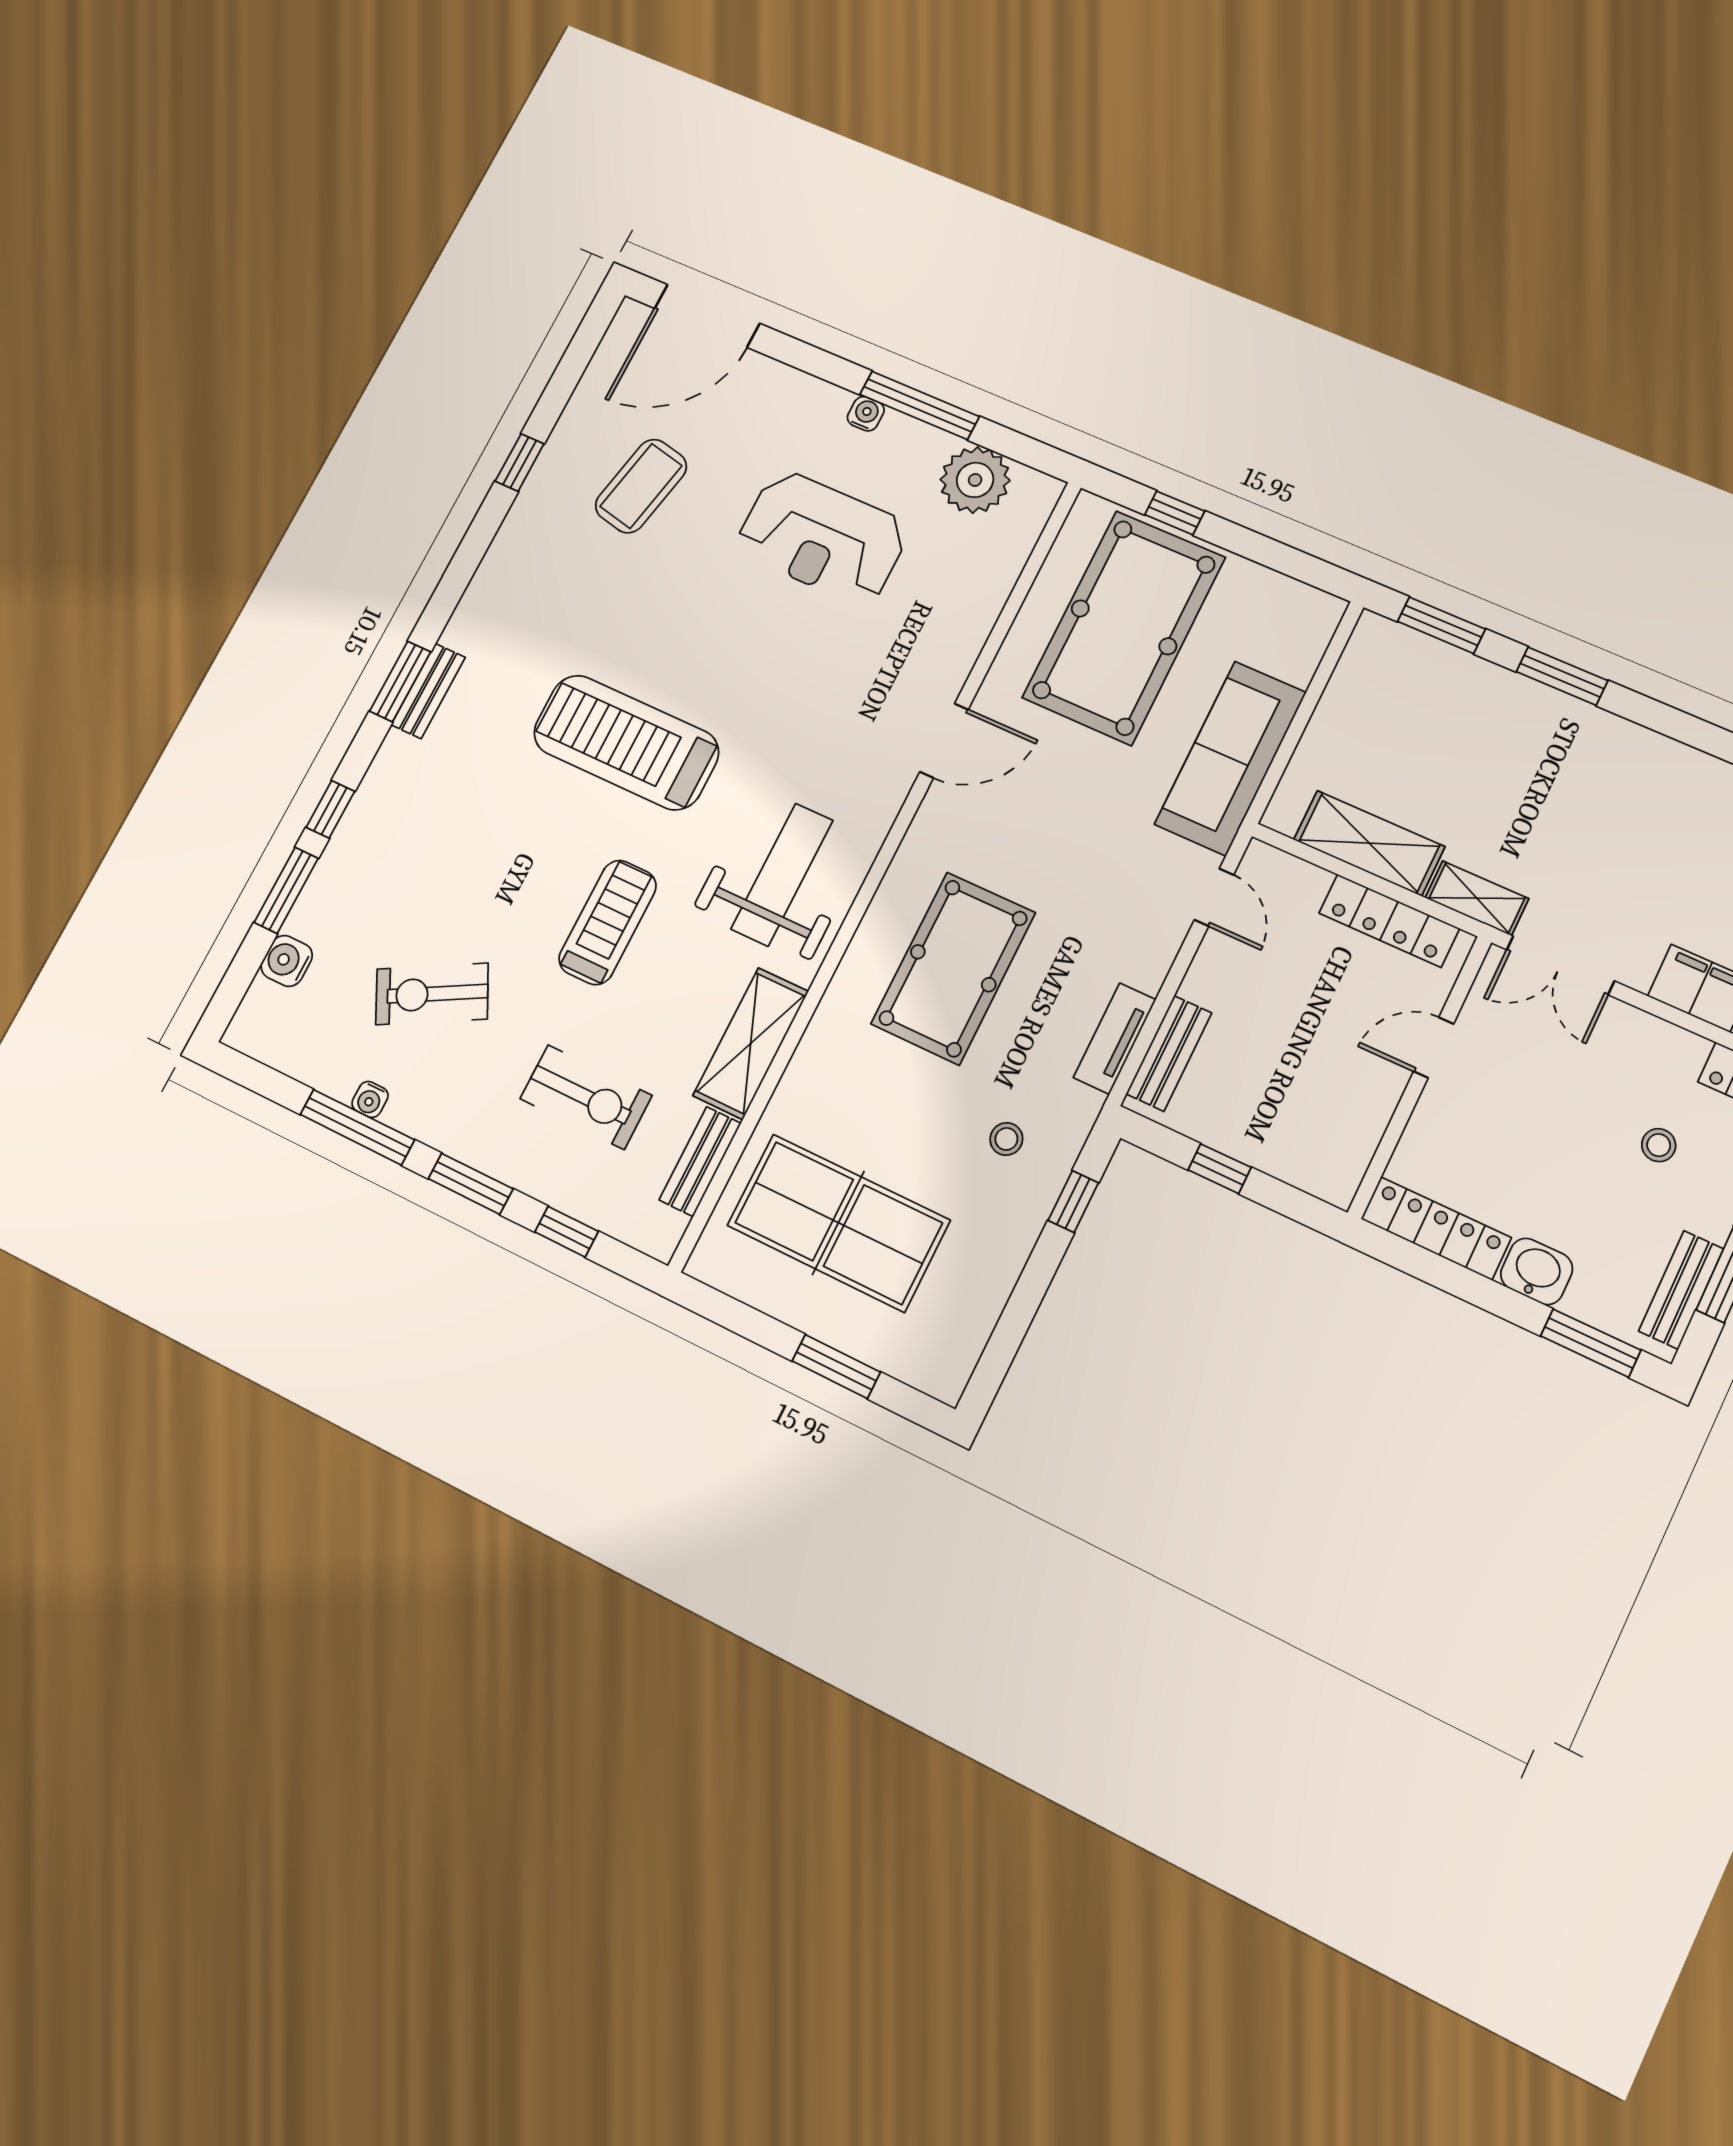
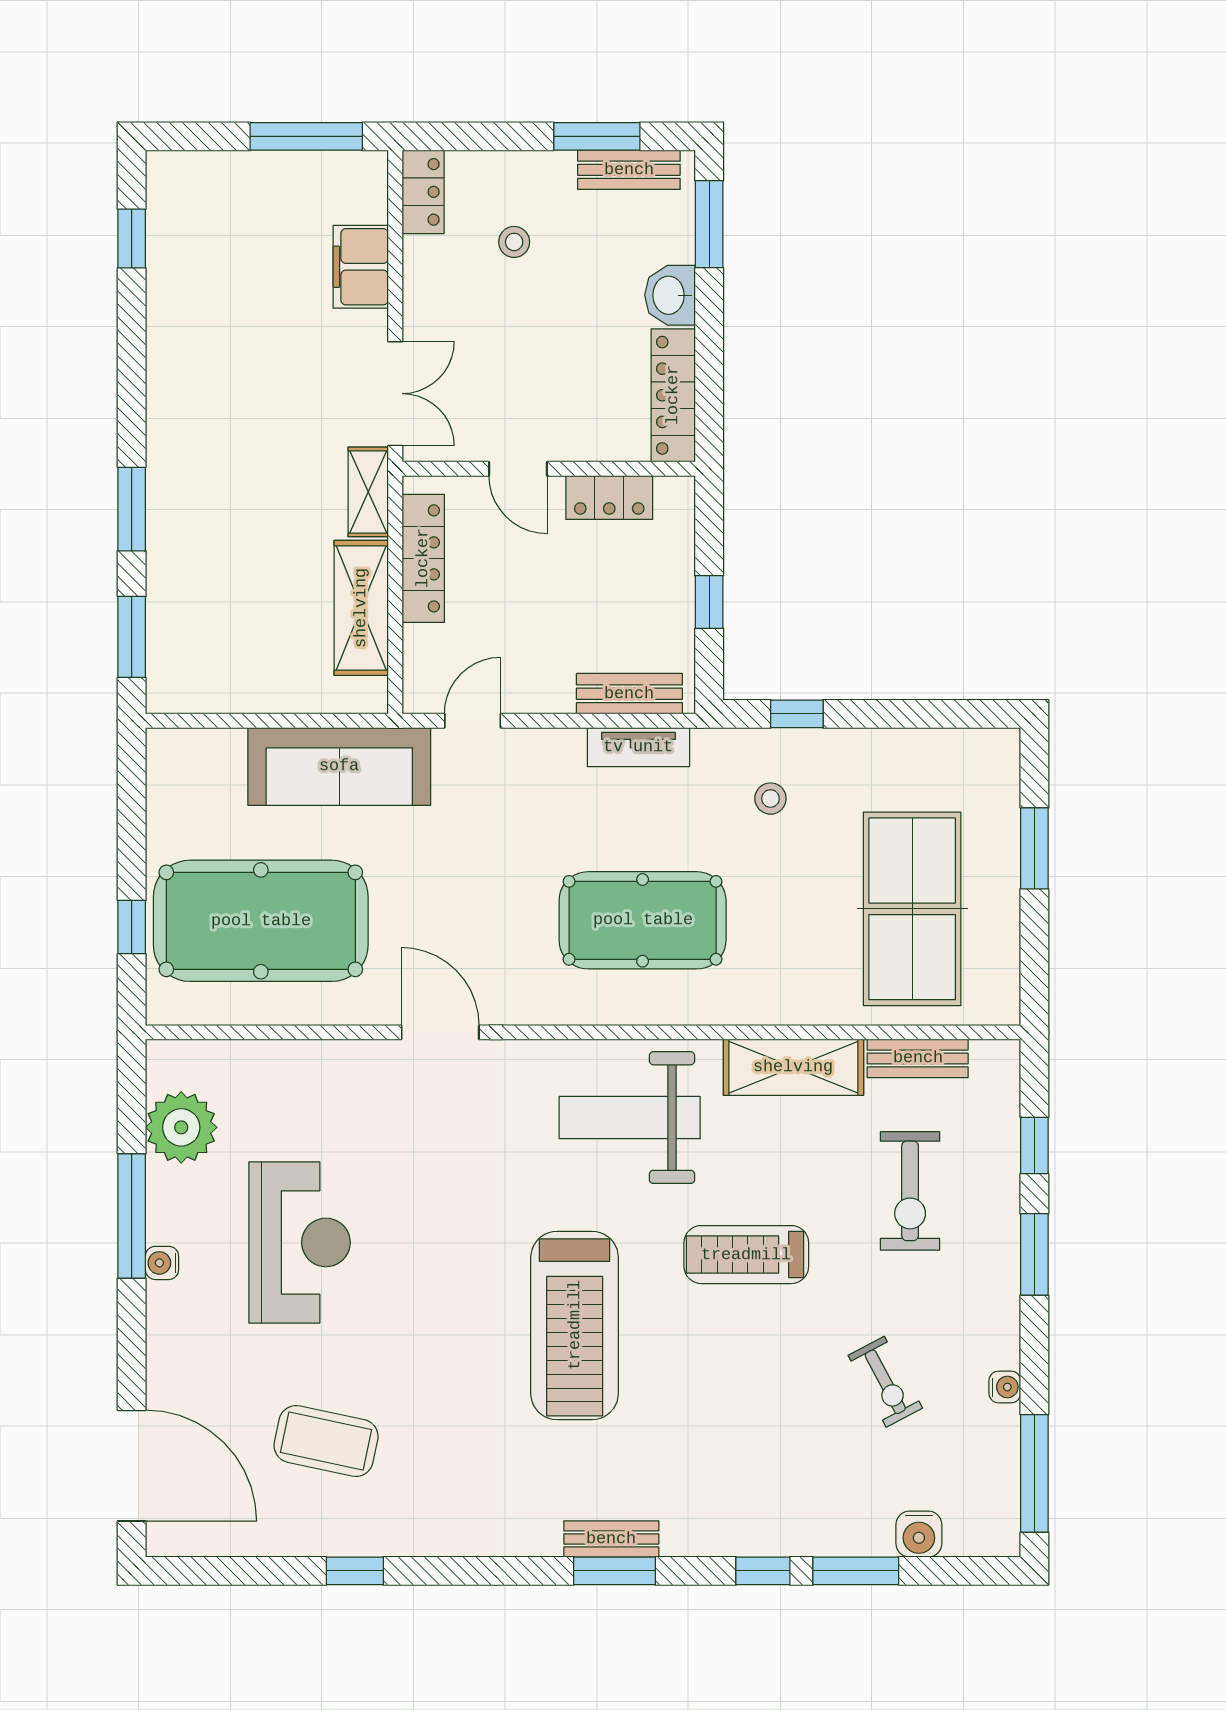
exercise bike: (432, 994) -> (885, 1382), width x0.73, depth x0.72
exercise bike: (586, 1097) -> (910, 1191), turned 180
locker: (1365, 1121) -> (609, 498), added
window: (357, 1127) -> (1034, 1473), moved

